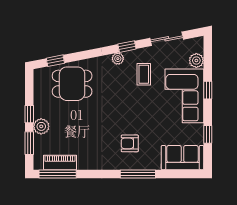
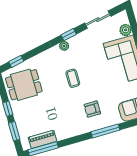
coffee table: (144, 74) -> (73, 78), moved
dining table: (72, 84) -> (24, 85), moved
plant: (41, 126) -> (20, 116), removed

